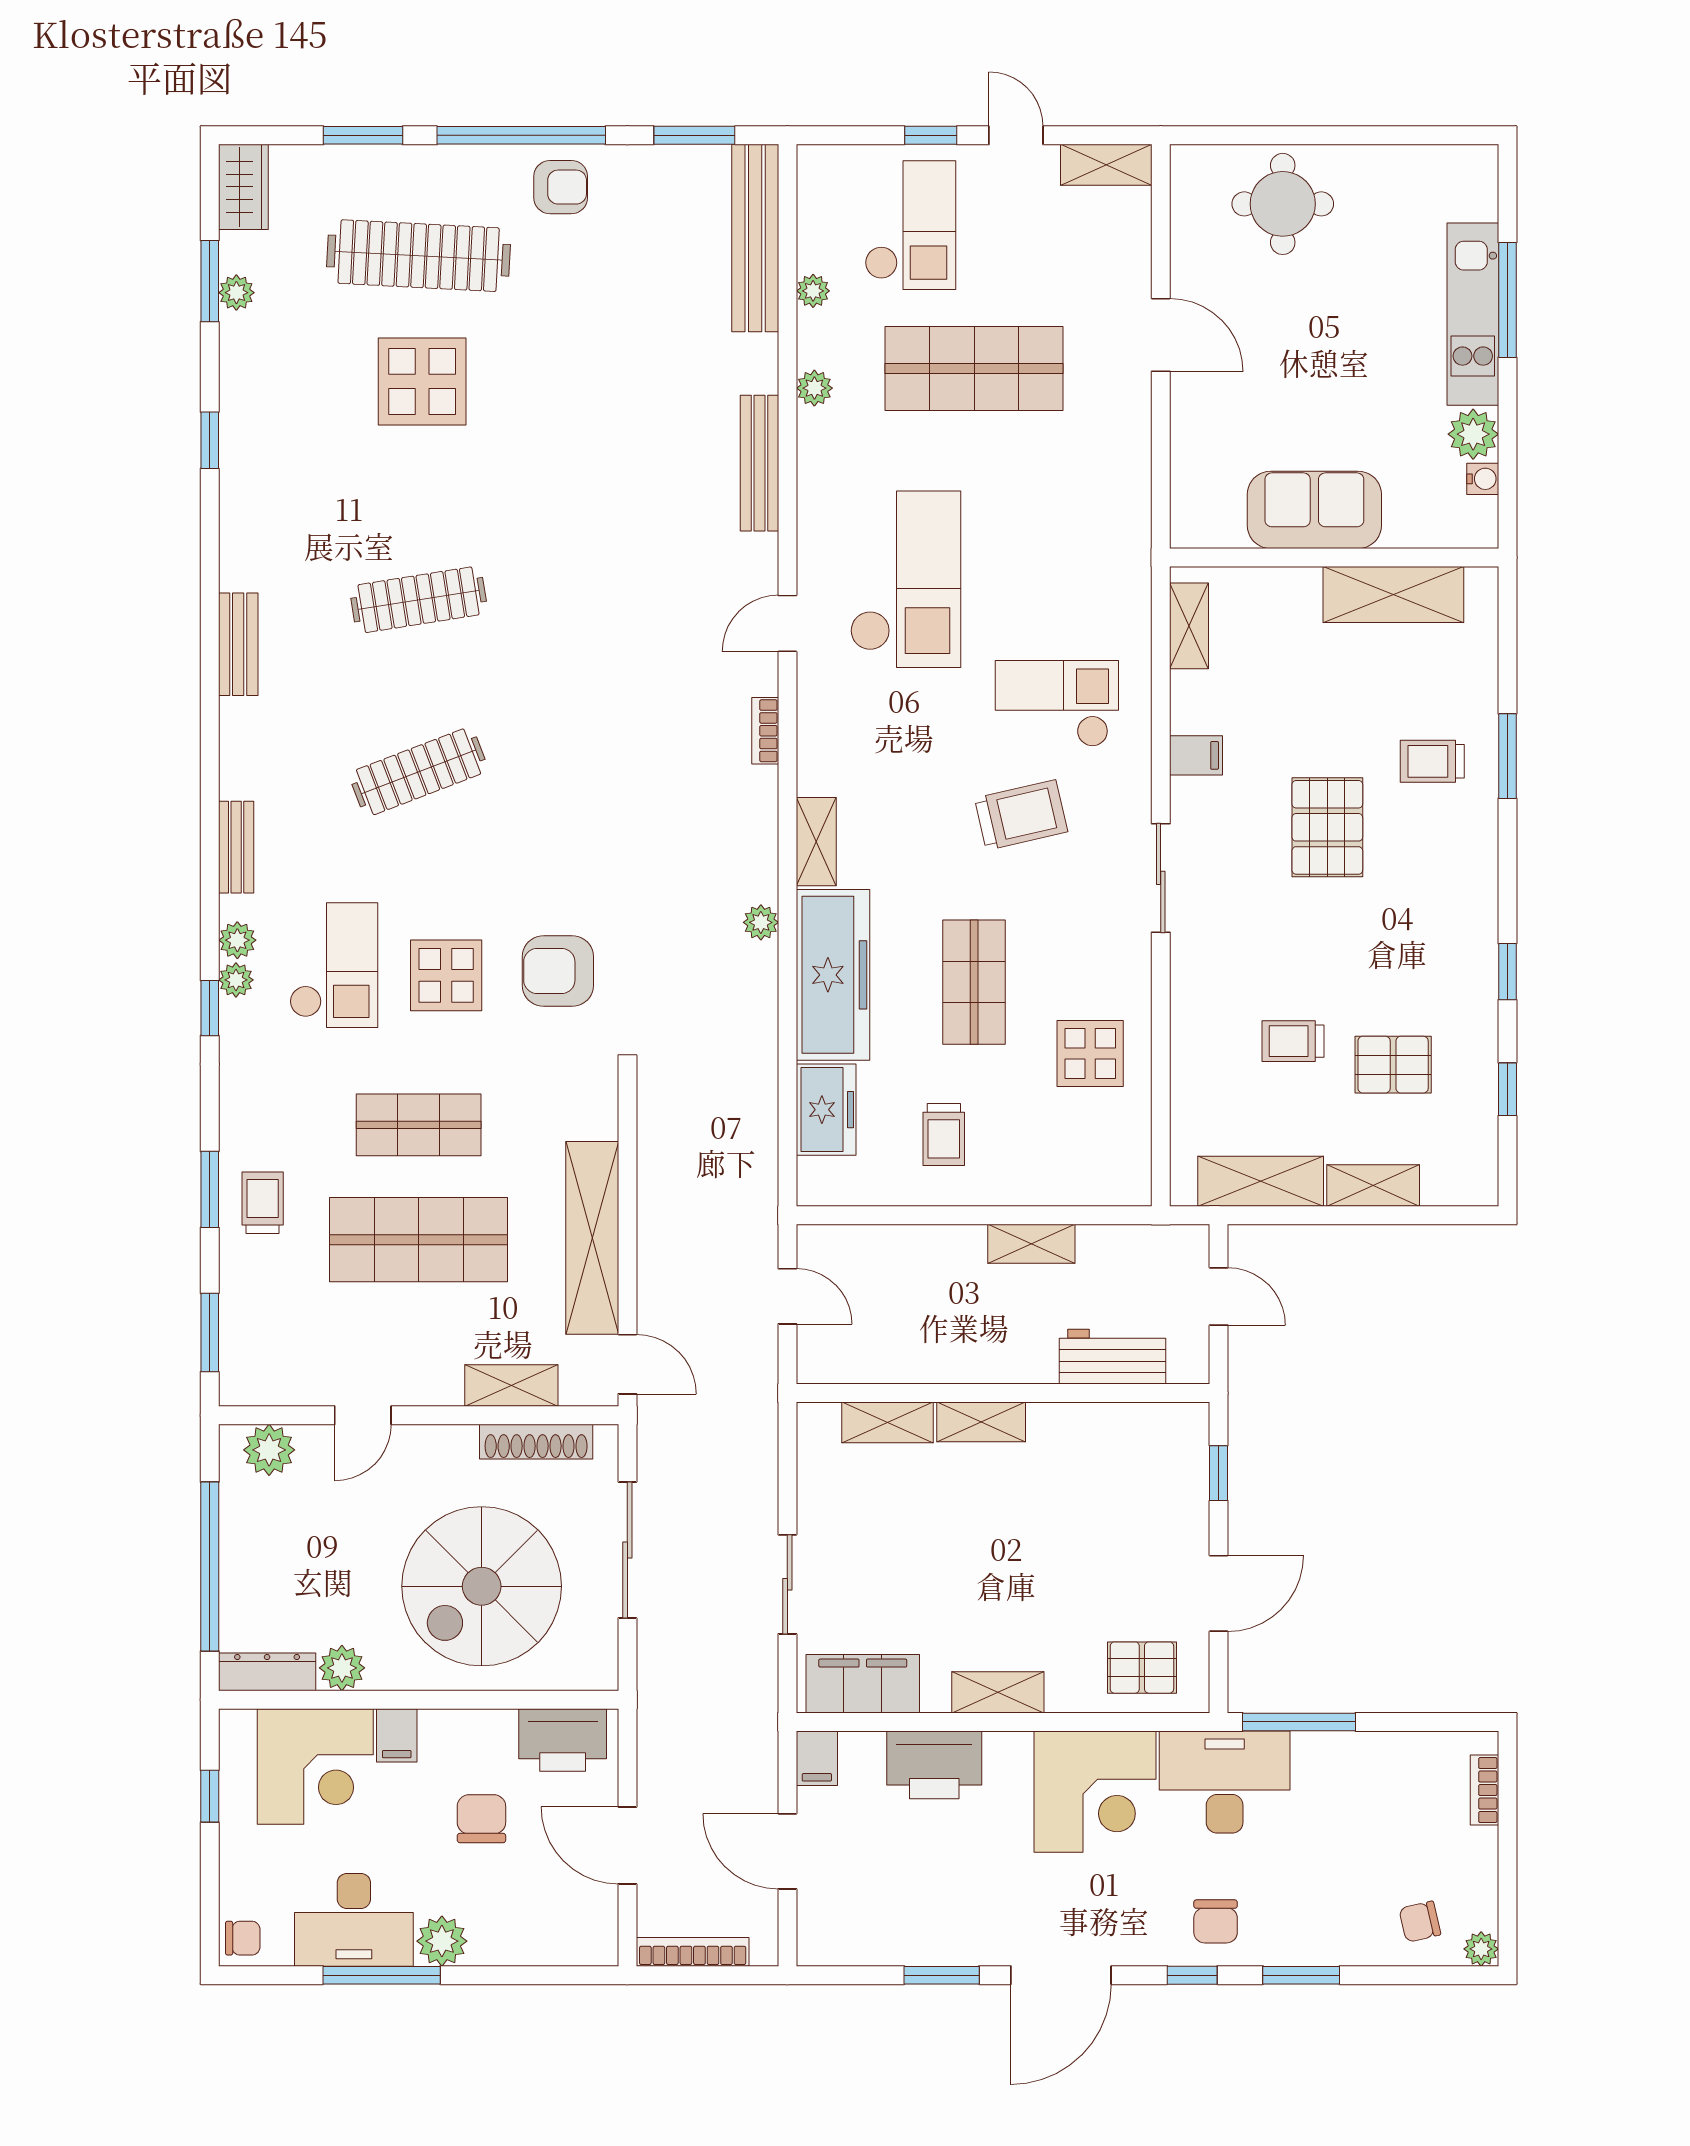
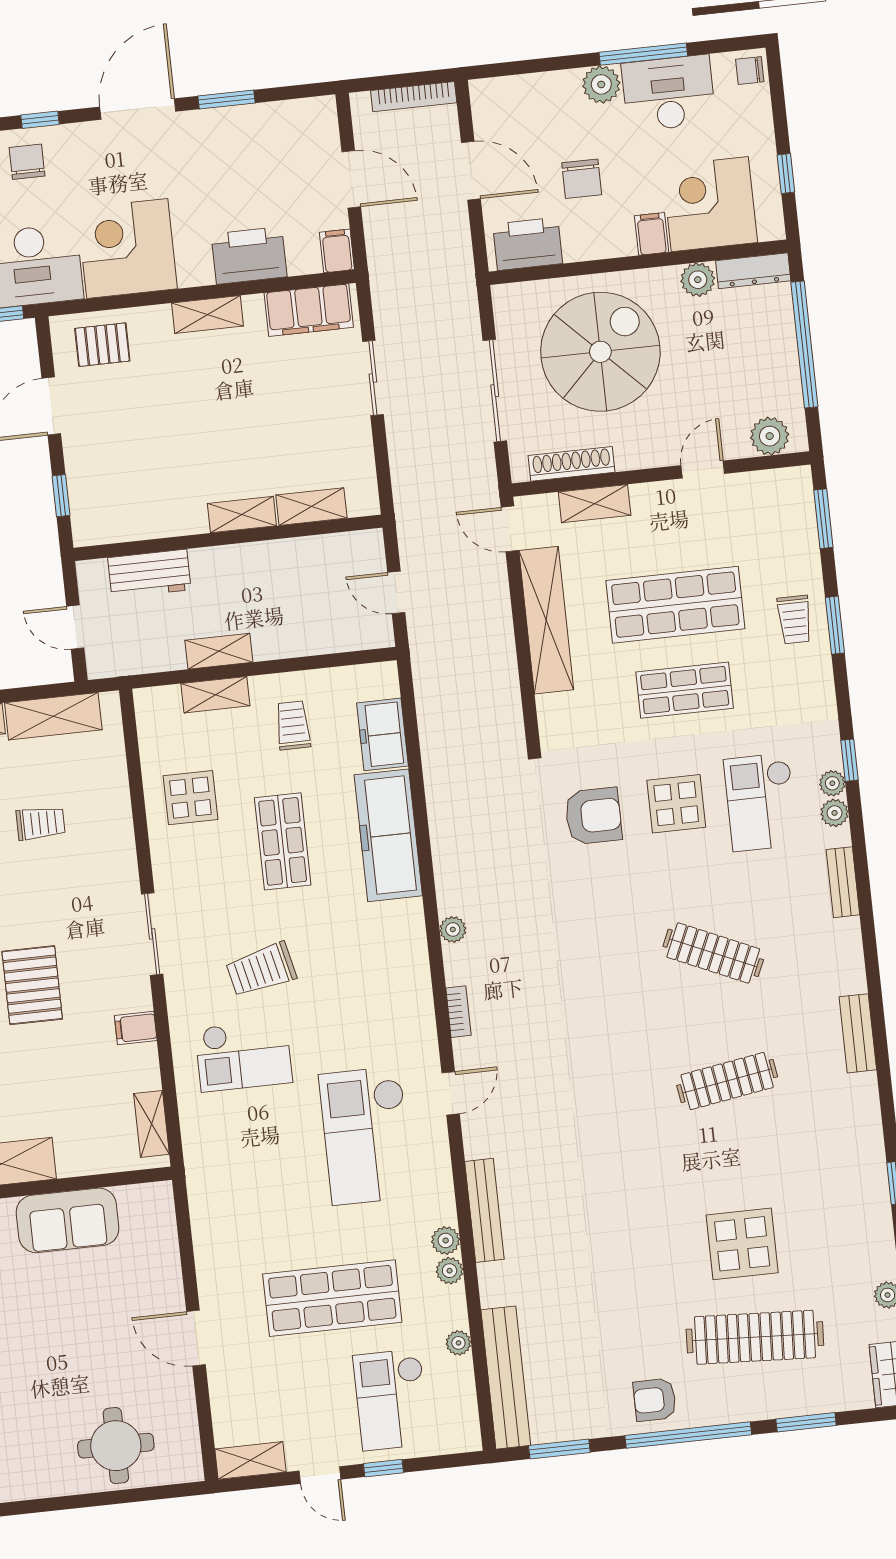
plant: (815, 429) -> (446, 1240), added
clothes rail: (419, 772) -> (713, 953), turned 45
shelving: (816, 842) -> (215, 695), moved, turned 90
plant: (761, 922) -> (453, 929), moved

